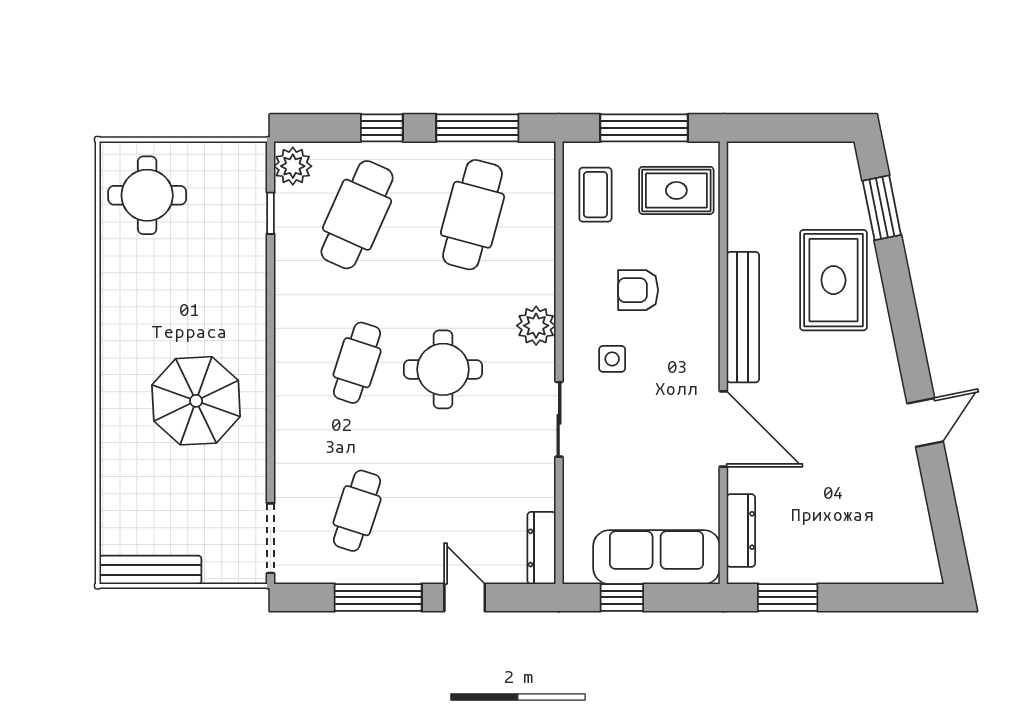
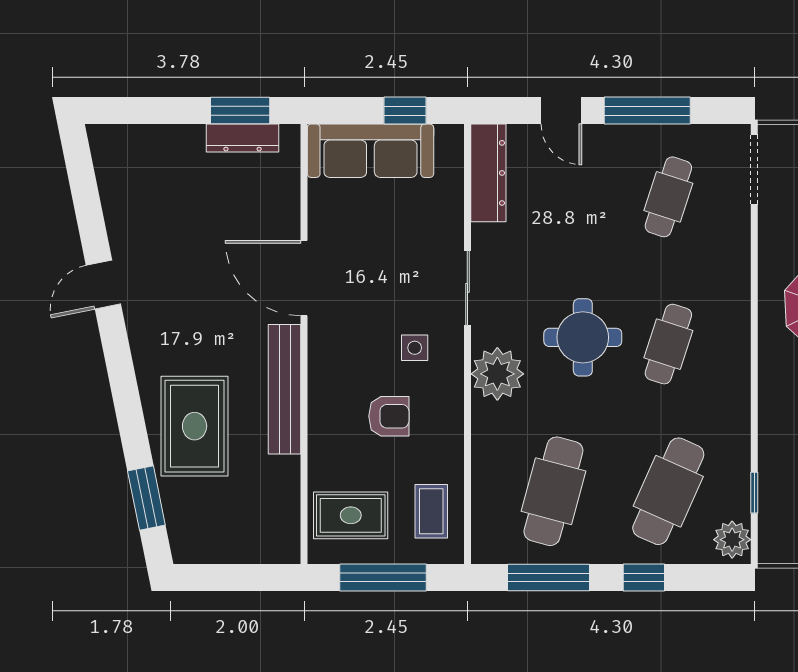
plant: (536, 326) -> (497, 374), width x1.36, depth x1.36
dresser: (741, 531) -> (243, 138), moved, turned -90
dresser: (541, 548) -> (488, 173), width x1.37, depth x1.24

